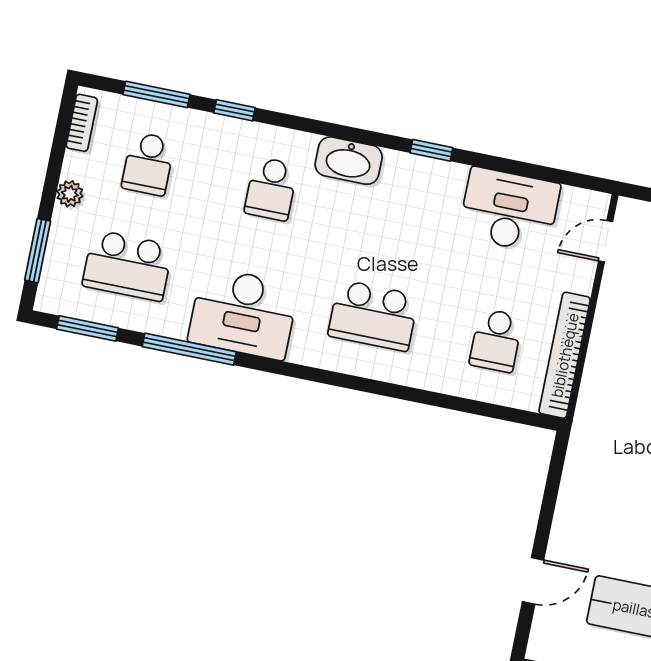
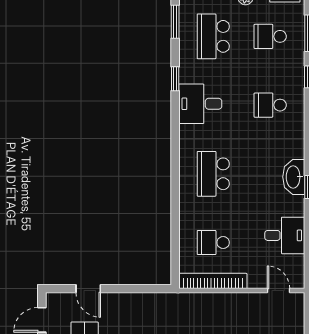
washbasin: (349, 161) -> (294, 177), moved
desk: (509, 210) -> (285, 235), width x0.73
desk: (243, 313) -> (200, 104), width x0.73
window: (189, 349) -> (175, 79), width x0.46

